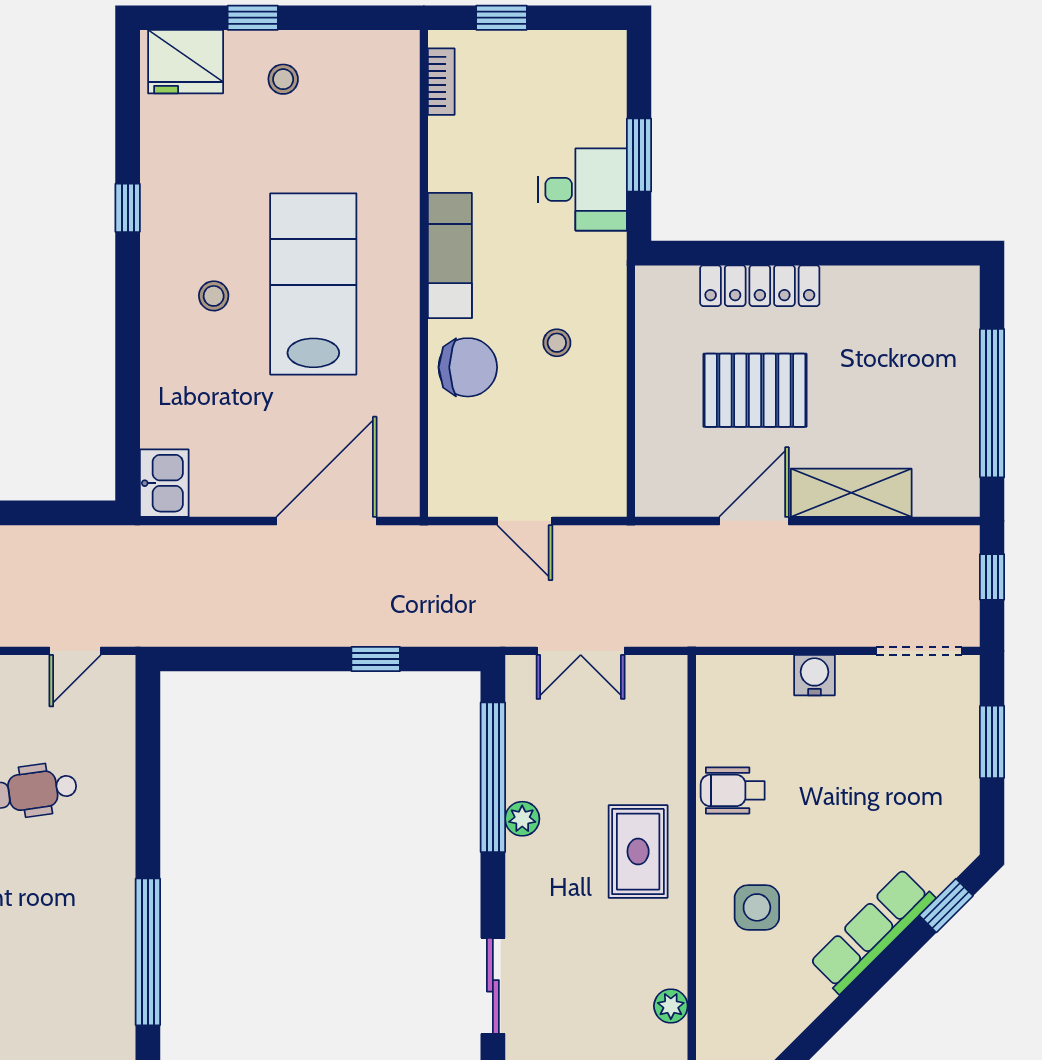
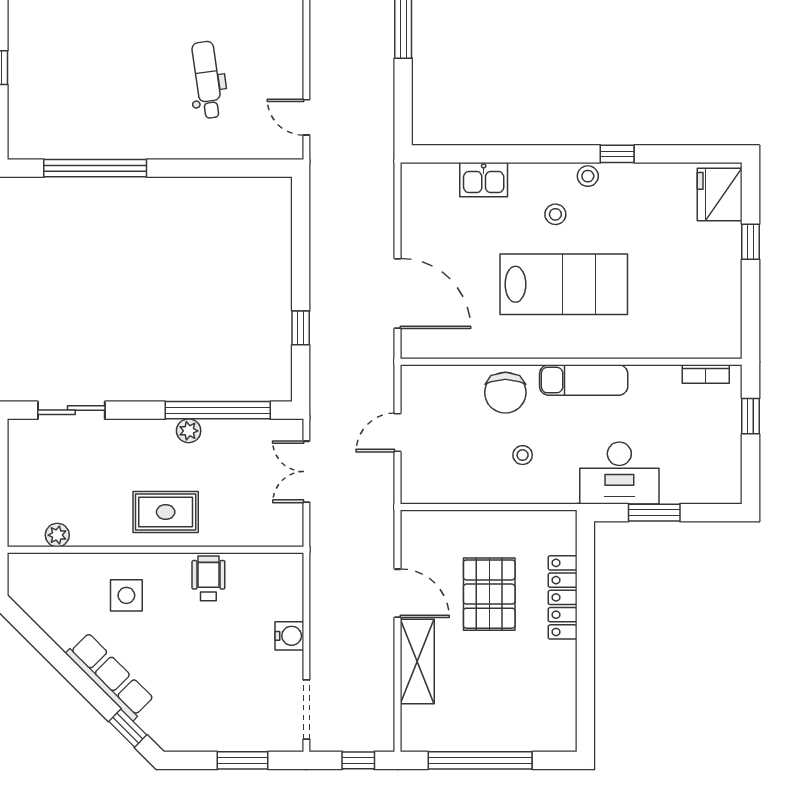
stool: (283, 79) -> (588, 176), moved
desk: (582, 189) -> (619, 473), width x1.37
kitchen sink: (164, 483) -> (484, 180), moved

